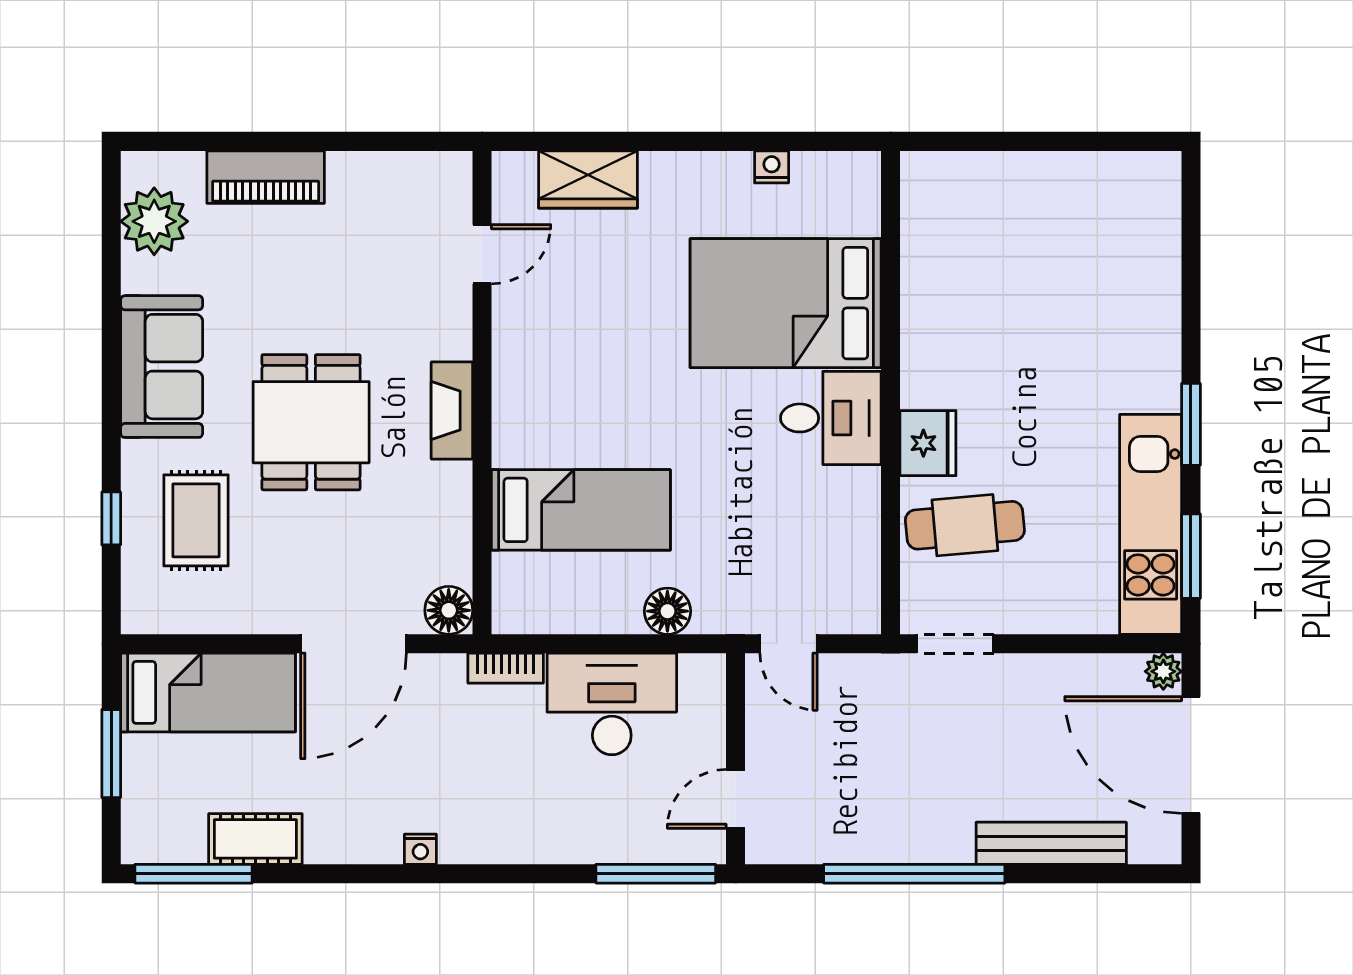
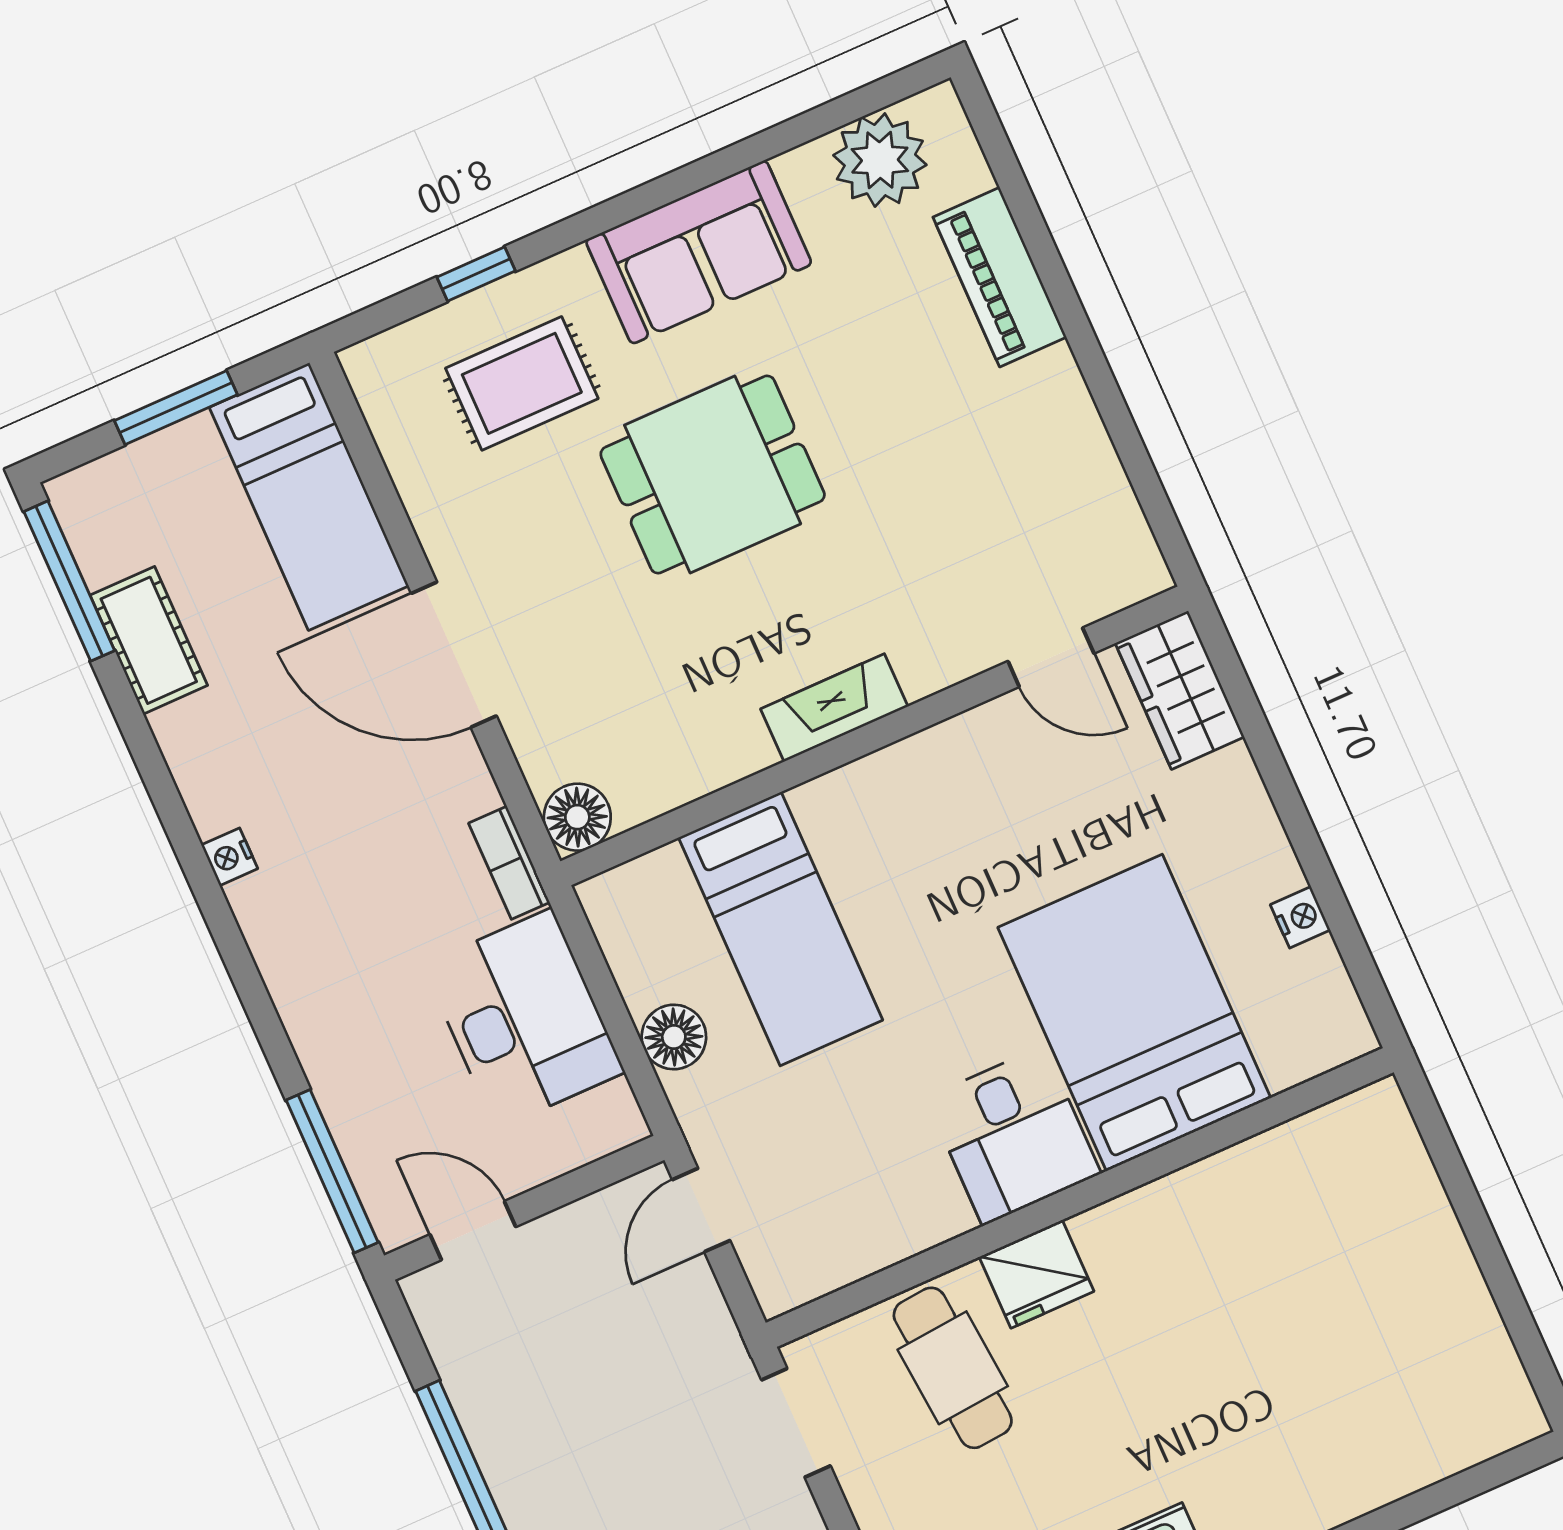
door: (482, 254) -> (1051, 657), moved
wall: (482, 393) -> (874, 736), moved
fireplace: (452, 411) -> (834, 708), moved
bed: (581, 510) -> (781, 929), moved
floor lamp: (449, 610) -> (577, 817), moved

